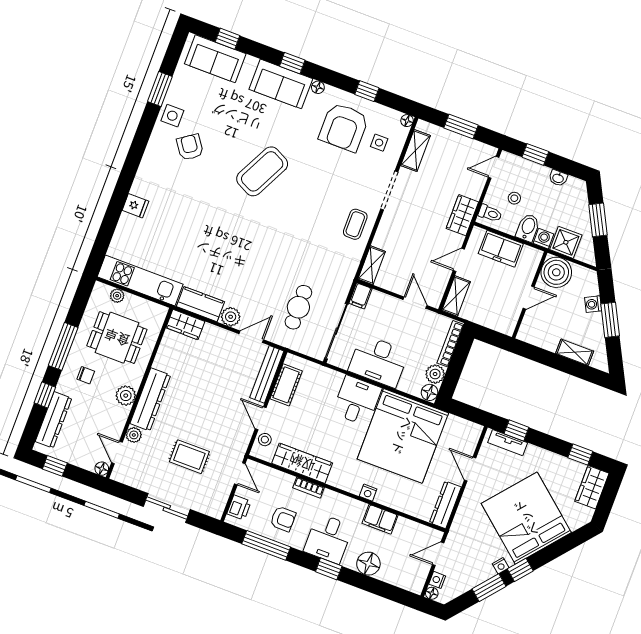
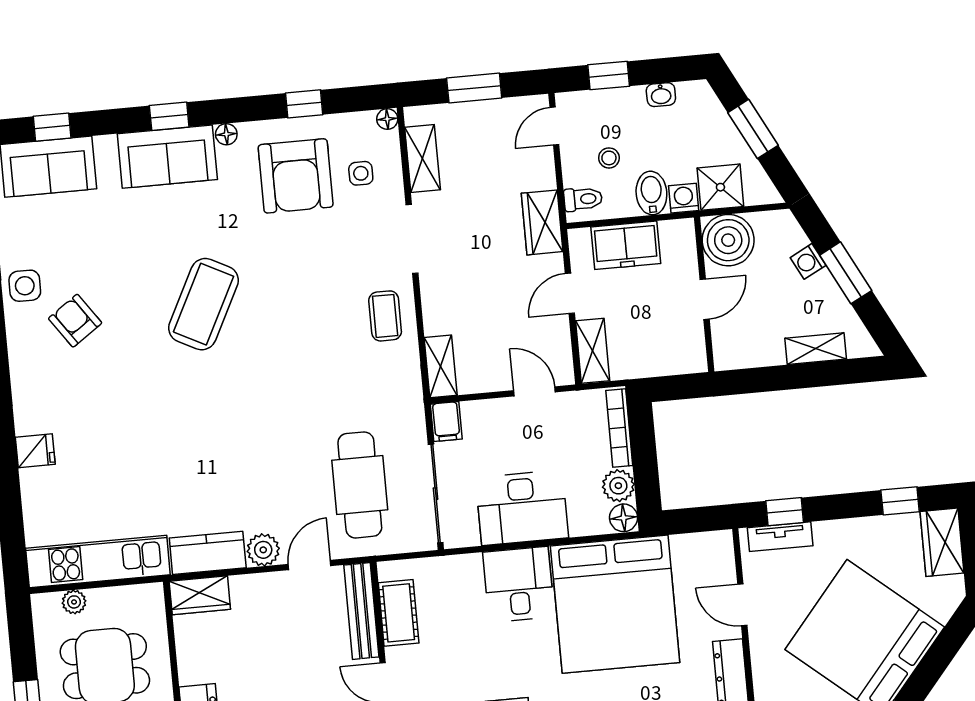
cafe table: (298, 307) -> (360, 485), width x1.37, depth x1.35

